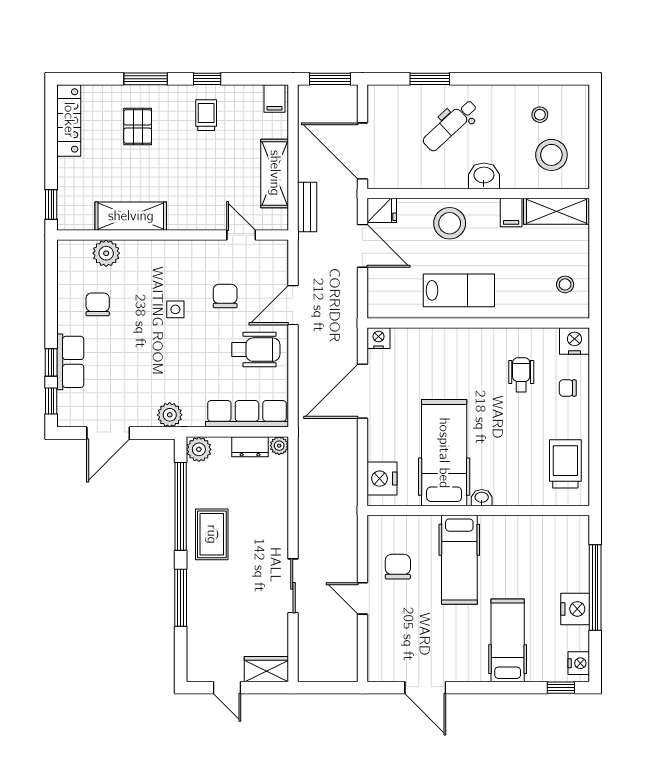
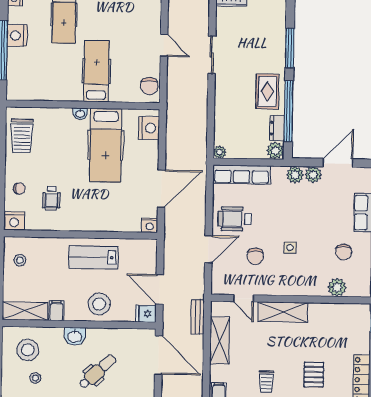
shelving: (131, 216) -> (283, 312), moved
plant: (144, 415) -> (313, 175), added
dresser: (250, 447) -> (277, 128), moved, turned -90
chair: (398, 567) -> (149, 86), moved

